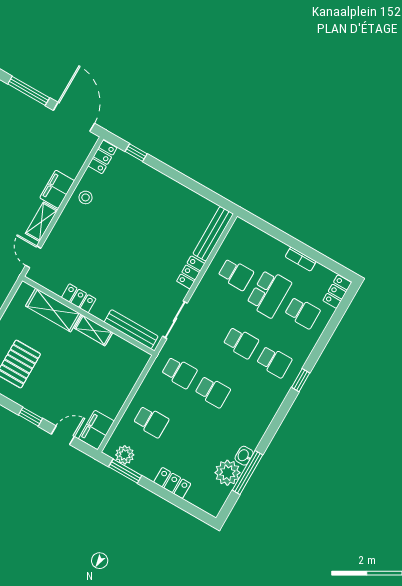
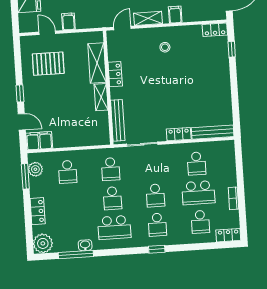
filing cabinet: (57, 189) -> (175, 15), width x0.50
stool: (86, 197) -> (165, 47), moved
school desk: (246, 411) -> (114, 227), added
plant: (227, 473) -> (43, 243), moved

